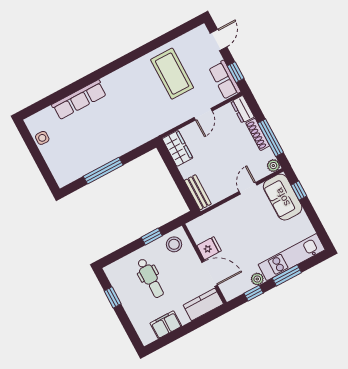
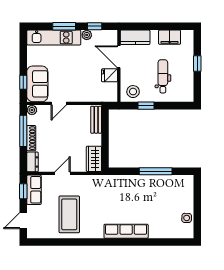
row of seats: (79, 100) -> (126, 231), moved
window: (113, 297) -> (197, 64), moved

